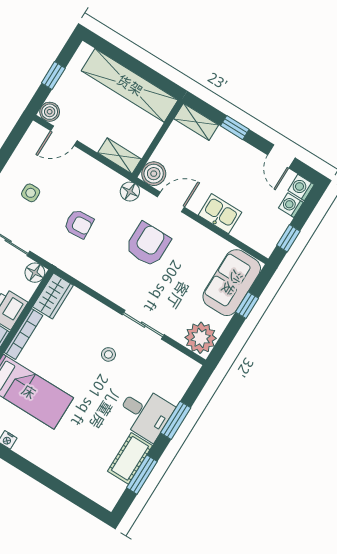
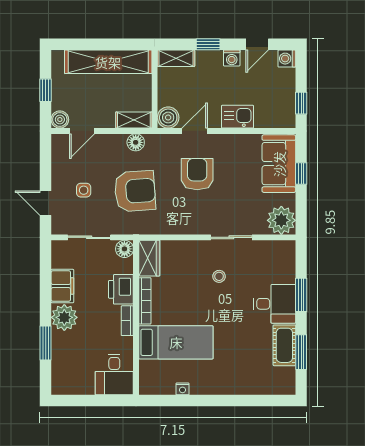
door: (281, 156) -> (257, 44), hinge flipped
floor lamp: (130, 192) -> (136, 142), moved
washing machine: (291, 205) -> (232, 58), moved, turned -90
armchair: (79, 224) -> (135, 191), width x1.88, depth x1.88

